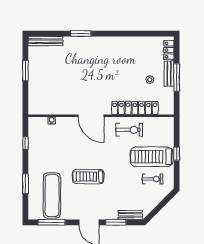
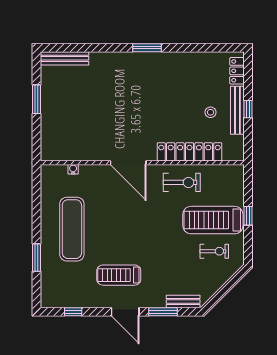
window: (81, 34) -> (147, 48), moved
bench: (169, 74) -> (237, 110), width x1.36
window: (177, 77) -> (248, 109), width x0.46
window: (25, 143) -> (36, 201), removed
treadmill: (88, 177) -> (119, 275), moved
exercise mat: (52, 196) -> (72, 229), moved
window: (52, 222) -> (73, 312), width x0.46

